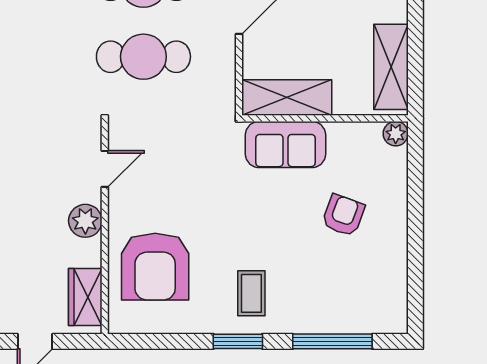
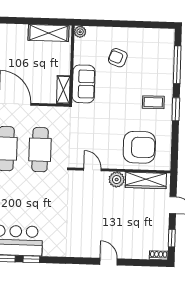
shelving: (287, 98) -> (63, 90), width x0.67, depth x0.75
wardrobe: (85, 297) -> (146, 180), width x1.50

